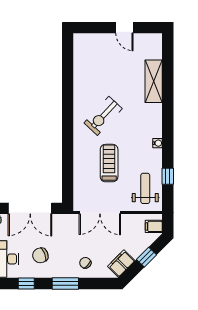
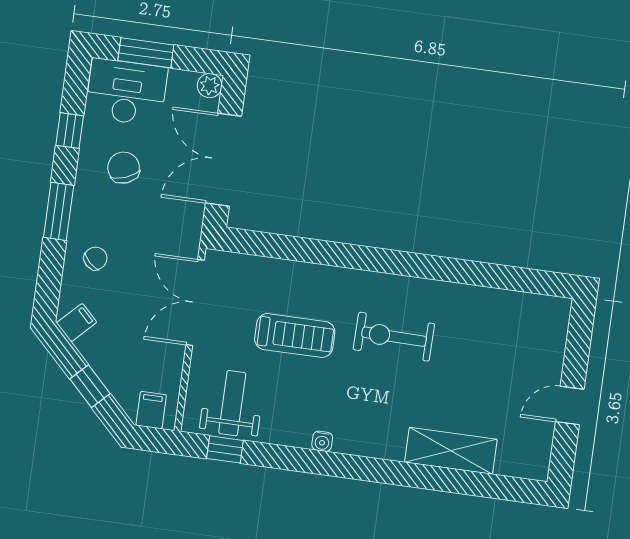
exercise bike: (103, 116) -> (394, 337), turned -42
window: (168, 176) -> (225, 449), moved
weight bench: (145, 188) -> (232, 403), turned -90
filing cabinet: (121, 263) -> (77, 322), width x0.50

